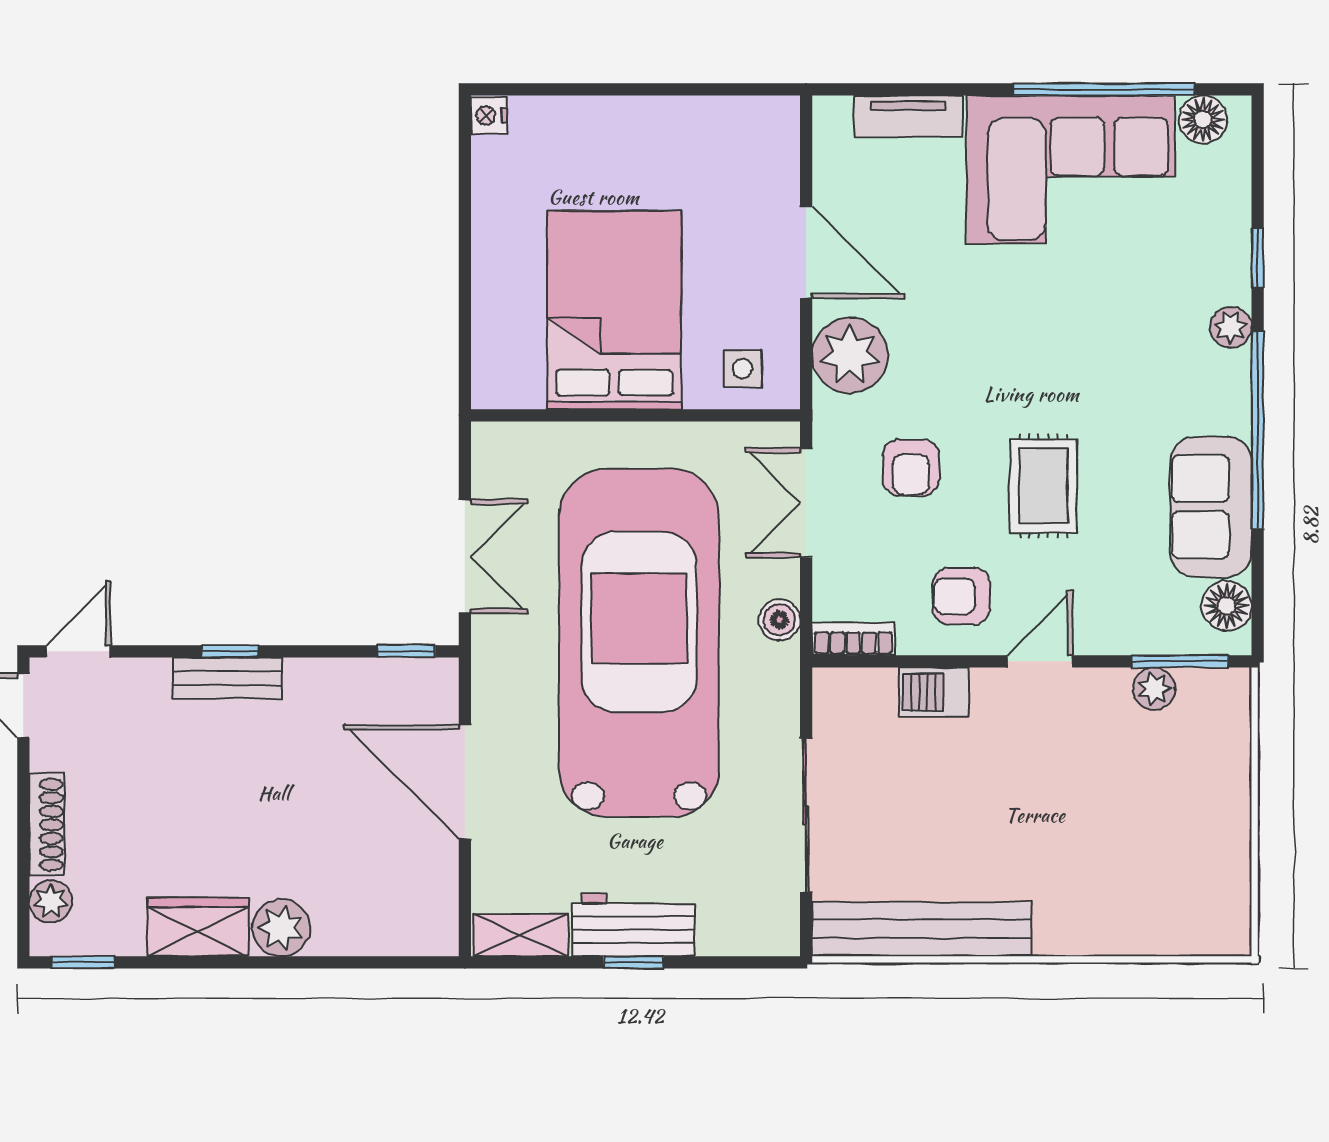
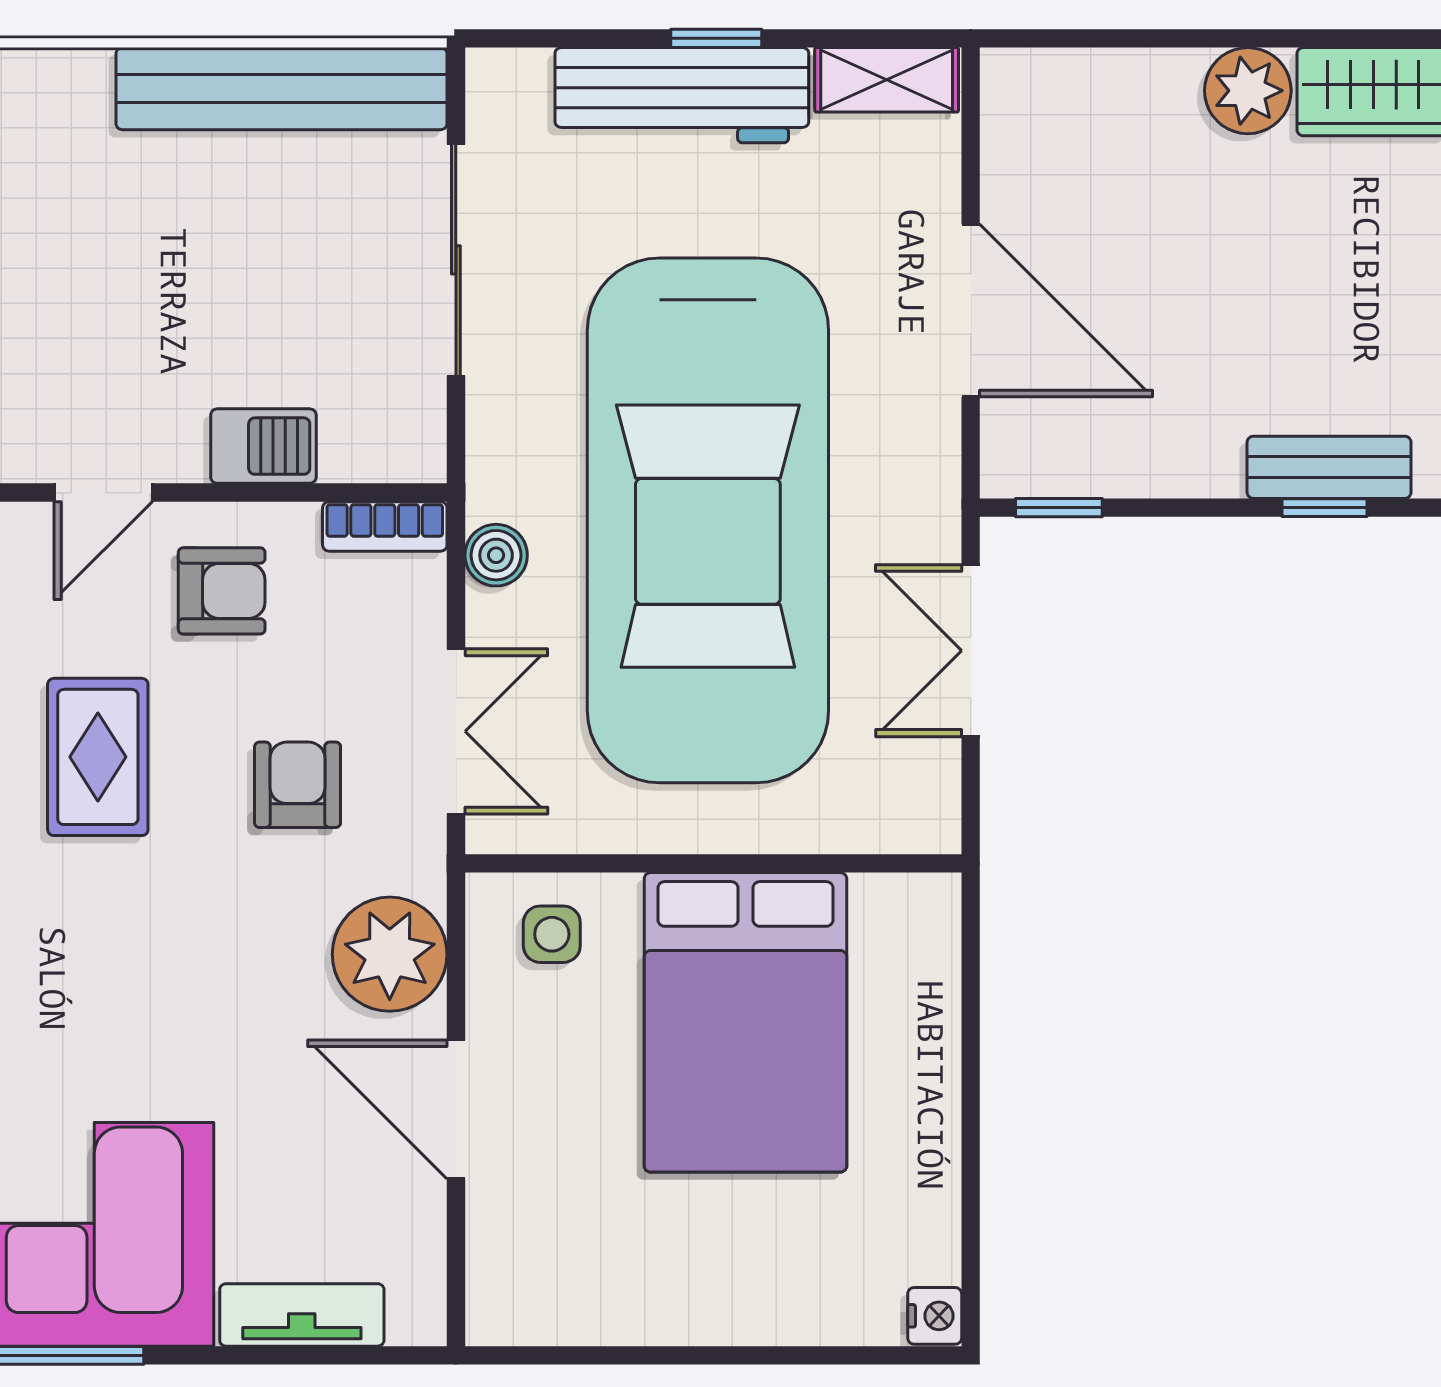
workbench: (633, 925) -> (682, 95), width x1.38

